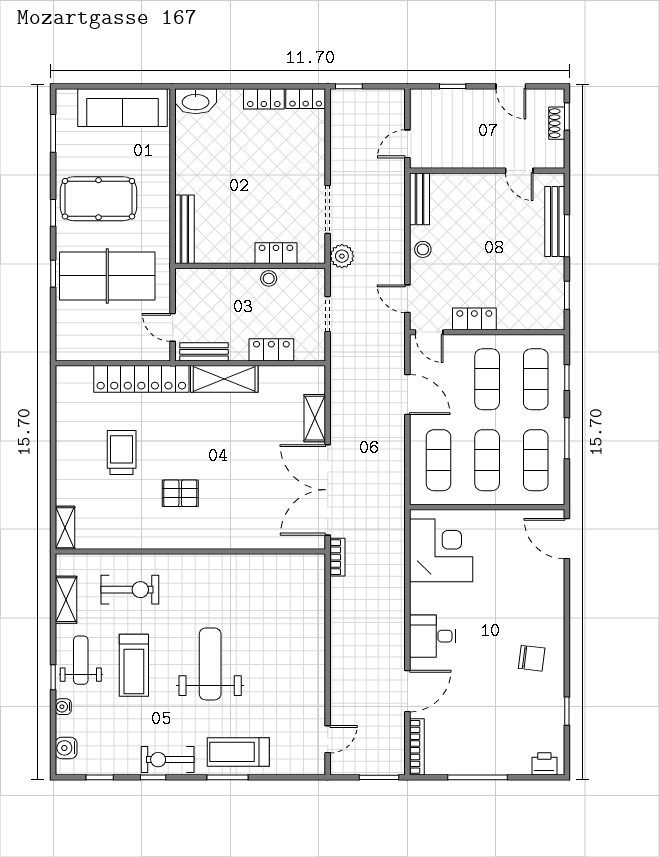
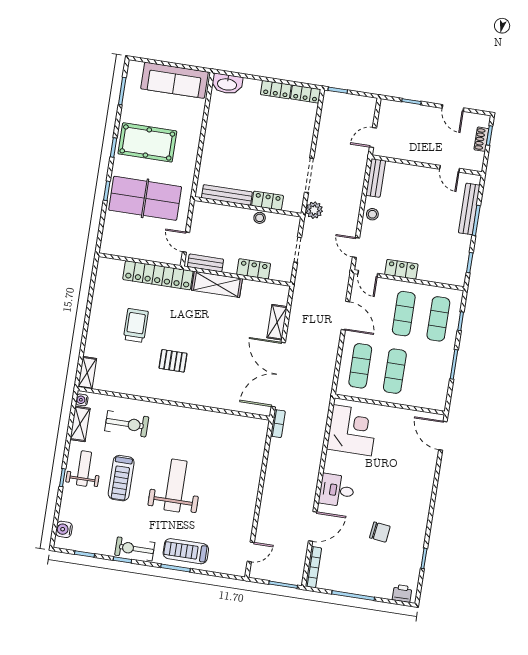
bench: (184, 229) -> (227, 195), moved, turned 90
exercise mat: (536, 460) -> (429, 376), removed
chair: (532, 658) -> (380, 532), moved
water cooler: (63, 707) -> (82, 400), moved

